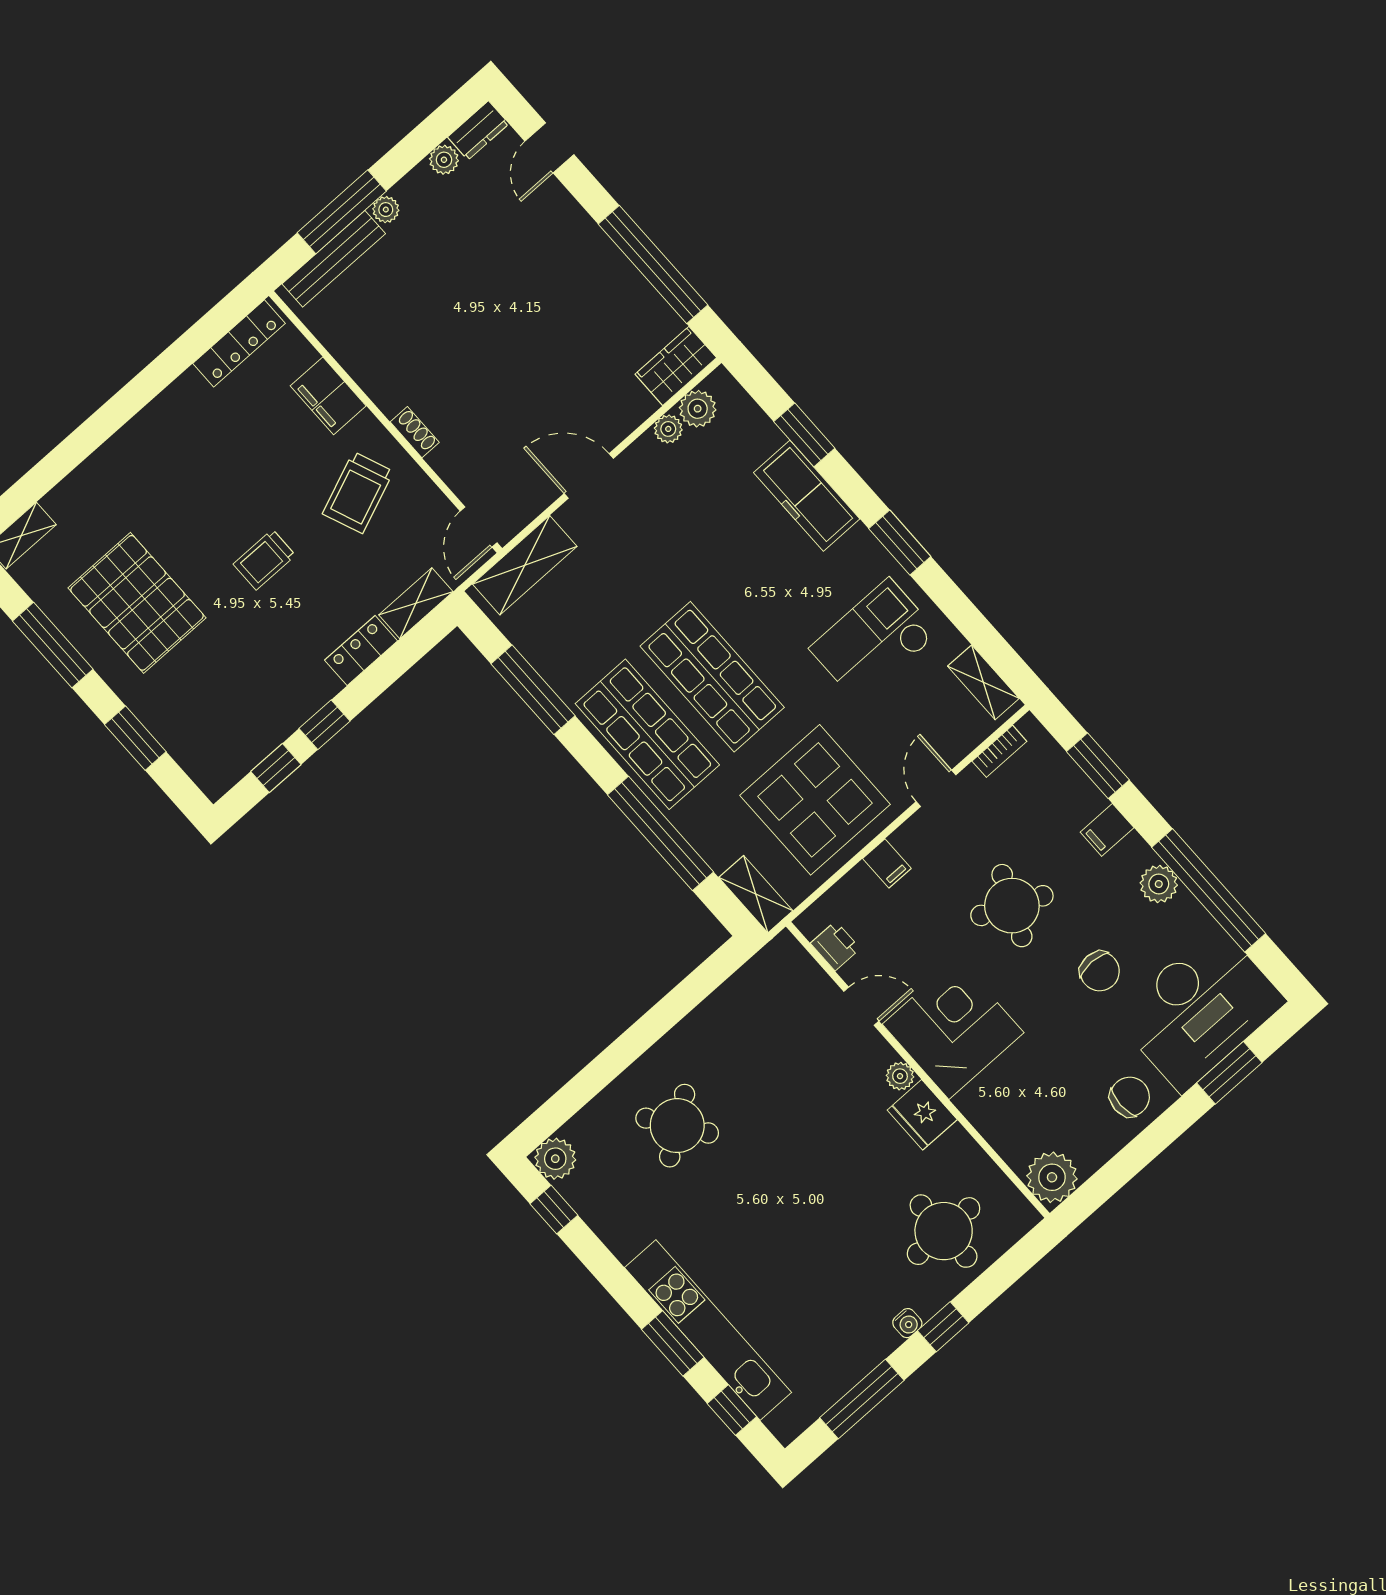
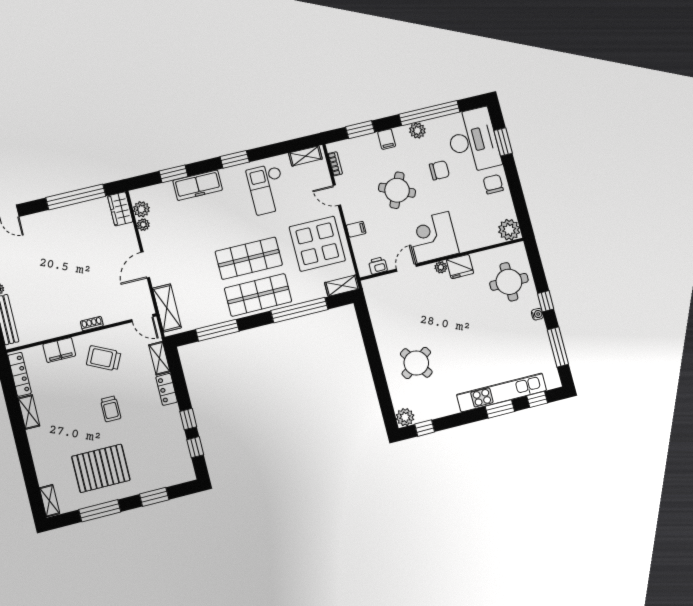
shelving: (174, 402) -> (29, 412), added
trolley: (358, 493) -> (104, 358), turned 138

